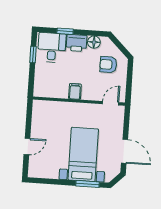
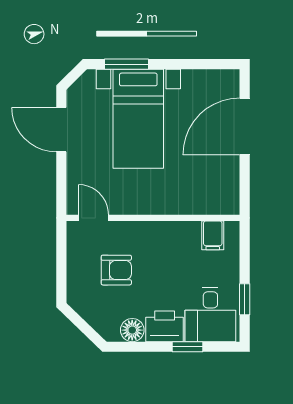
armchair: (108, 65) -> (116, 270), moved
filing cabinet: (75, 91) -> (213, 235), moved
door: (111, 103) -> (93, 218), swing flipped
door: (27, 146) -> (245, 126), width x1.87

